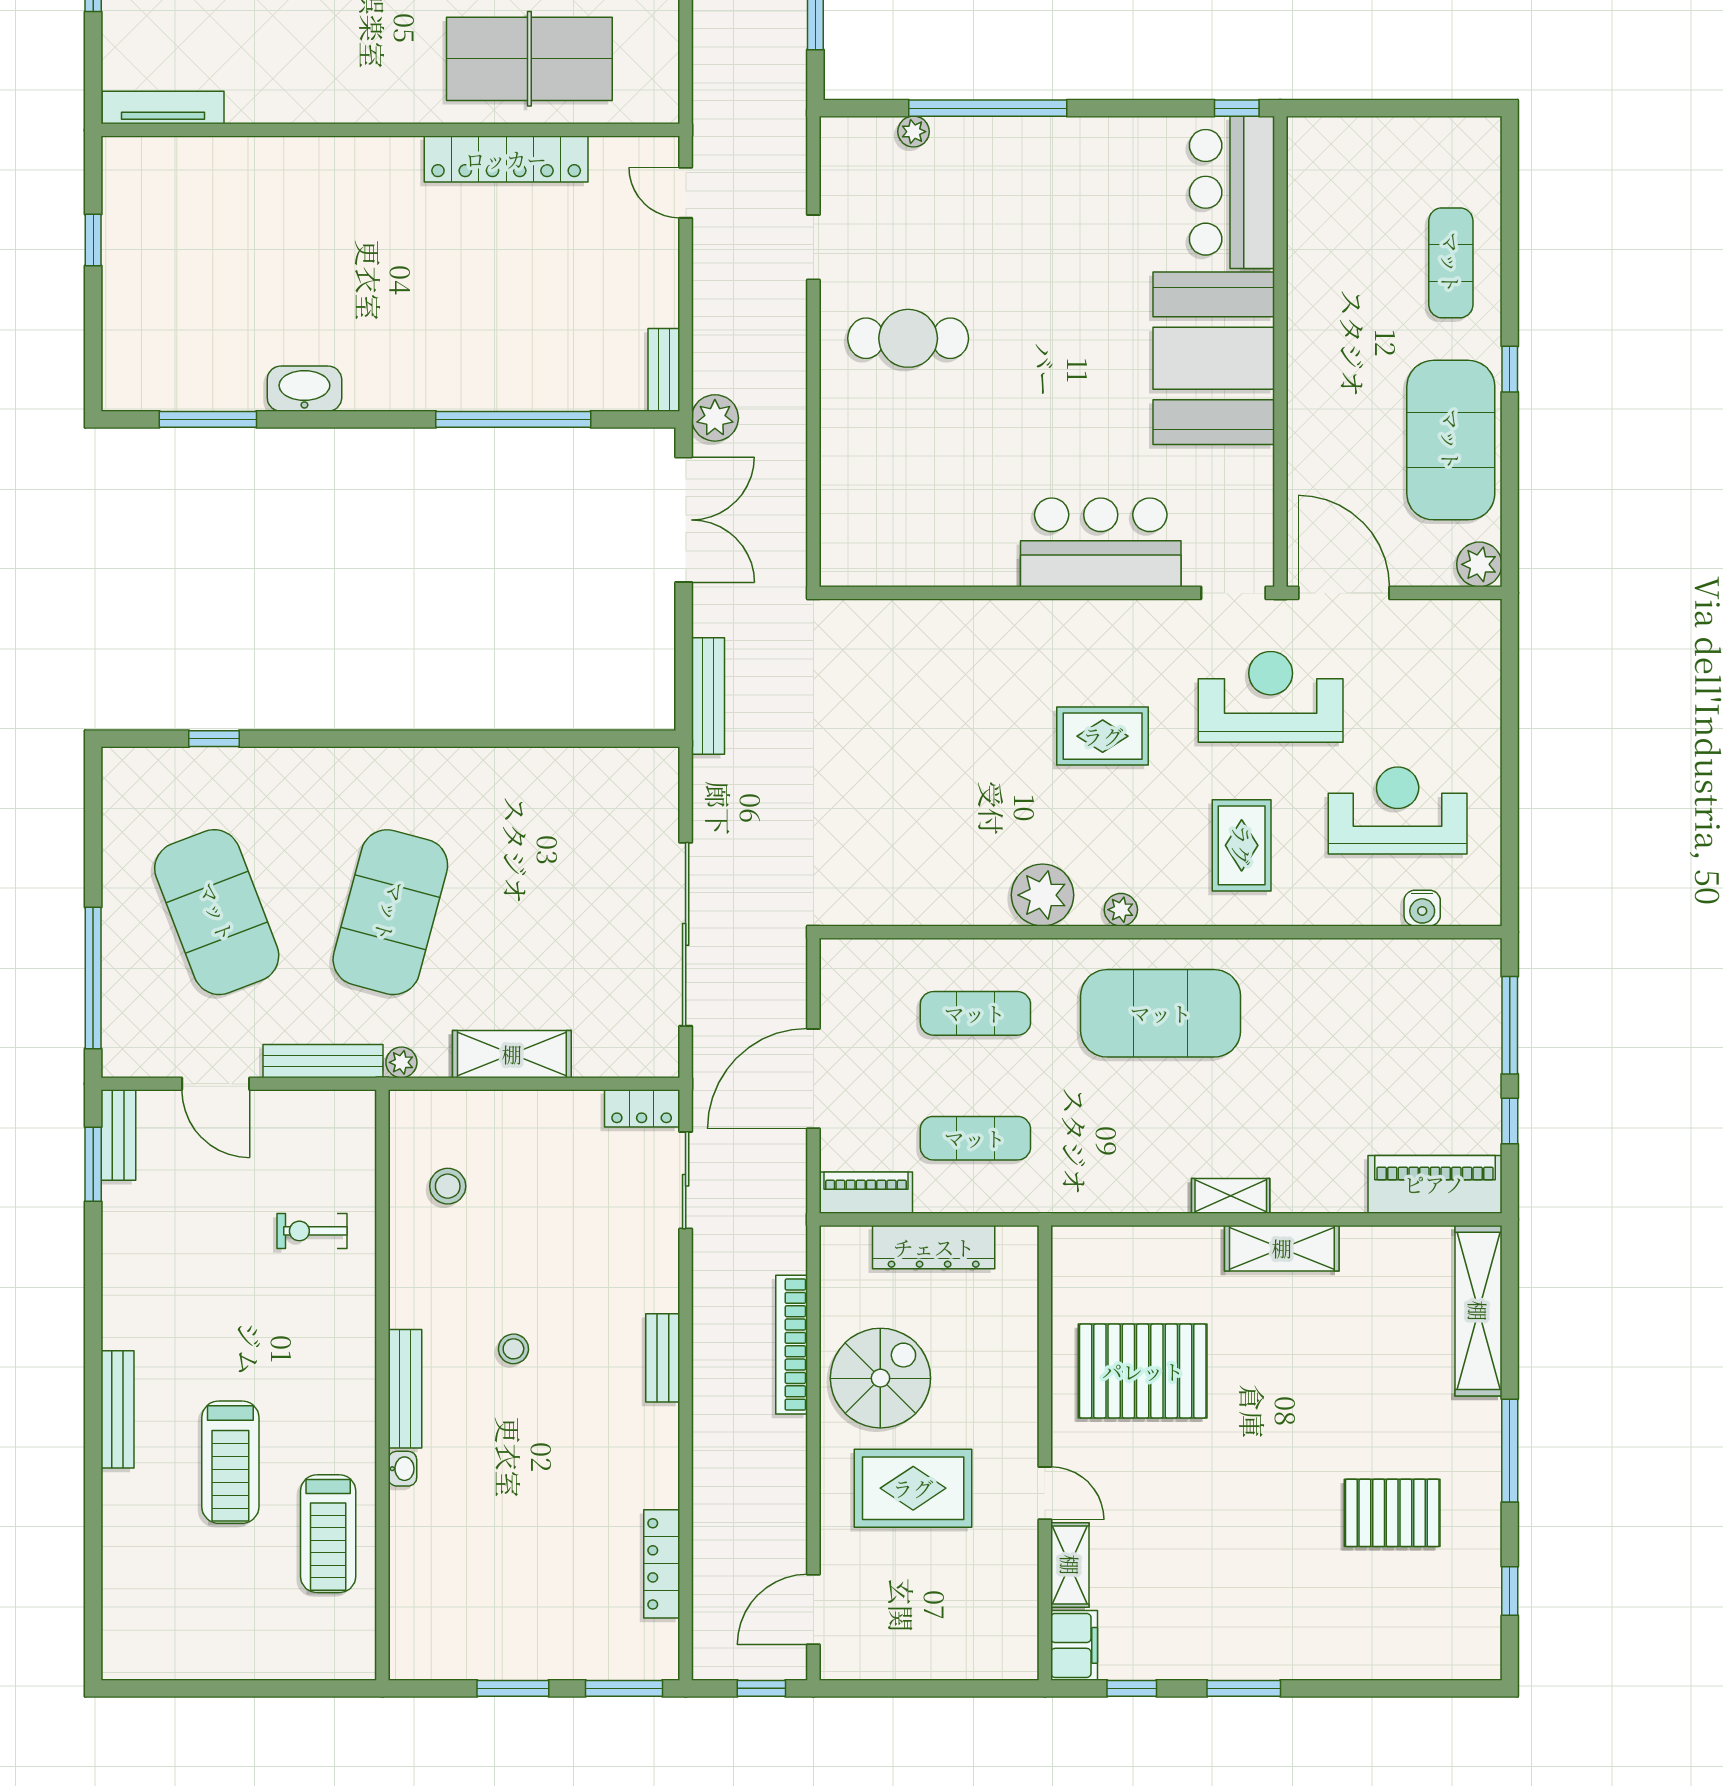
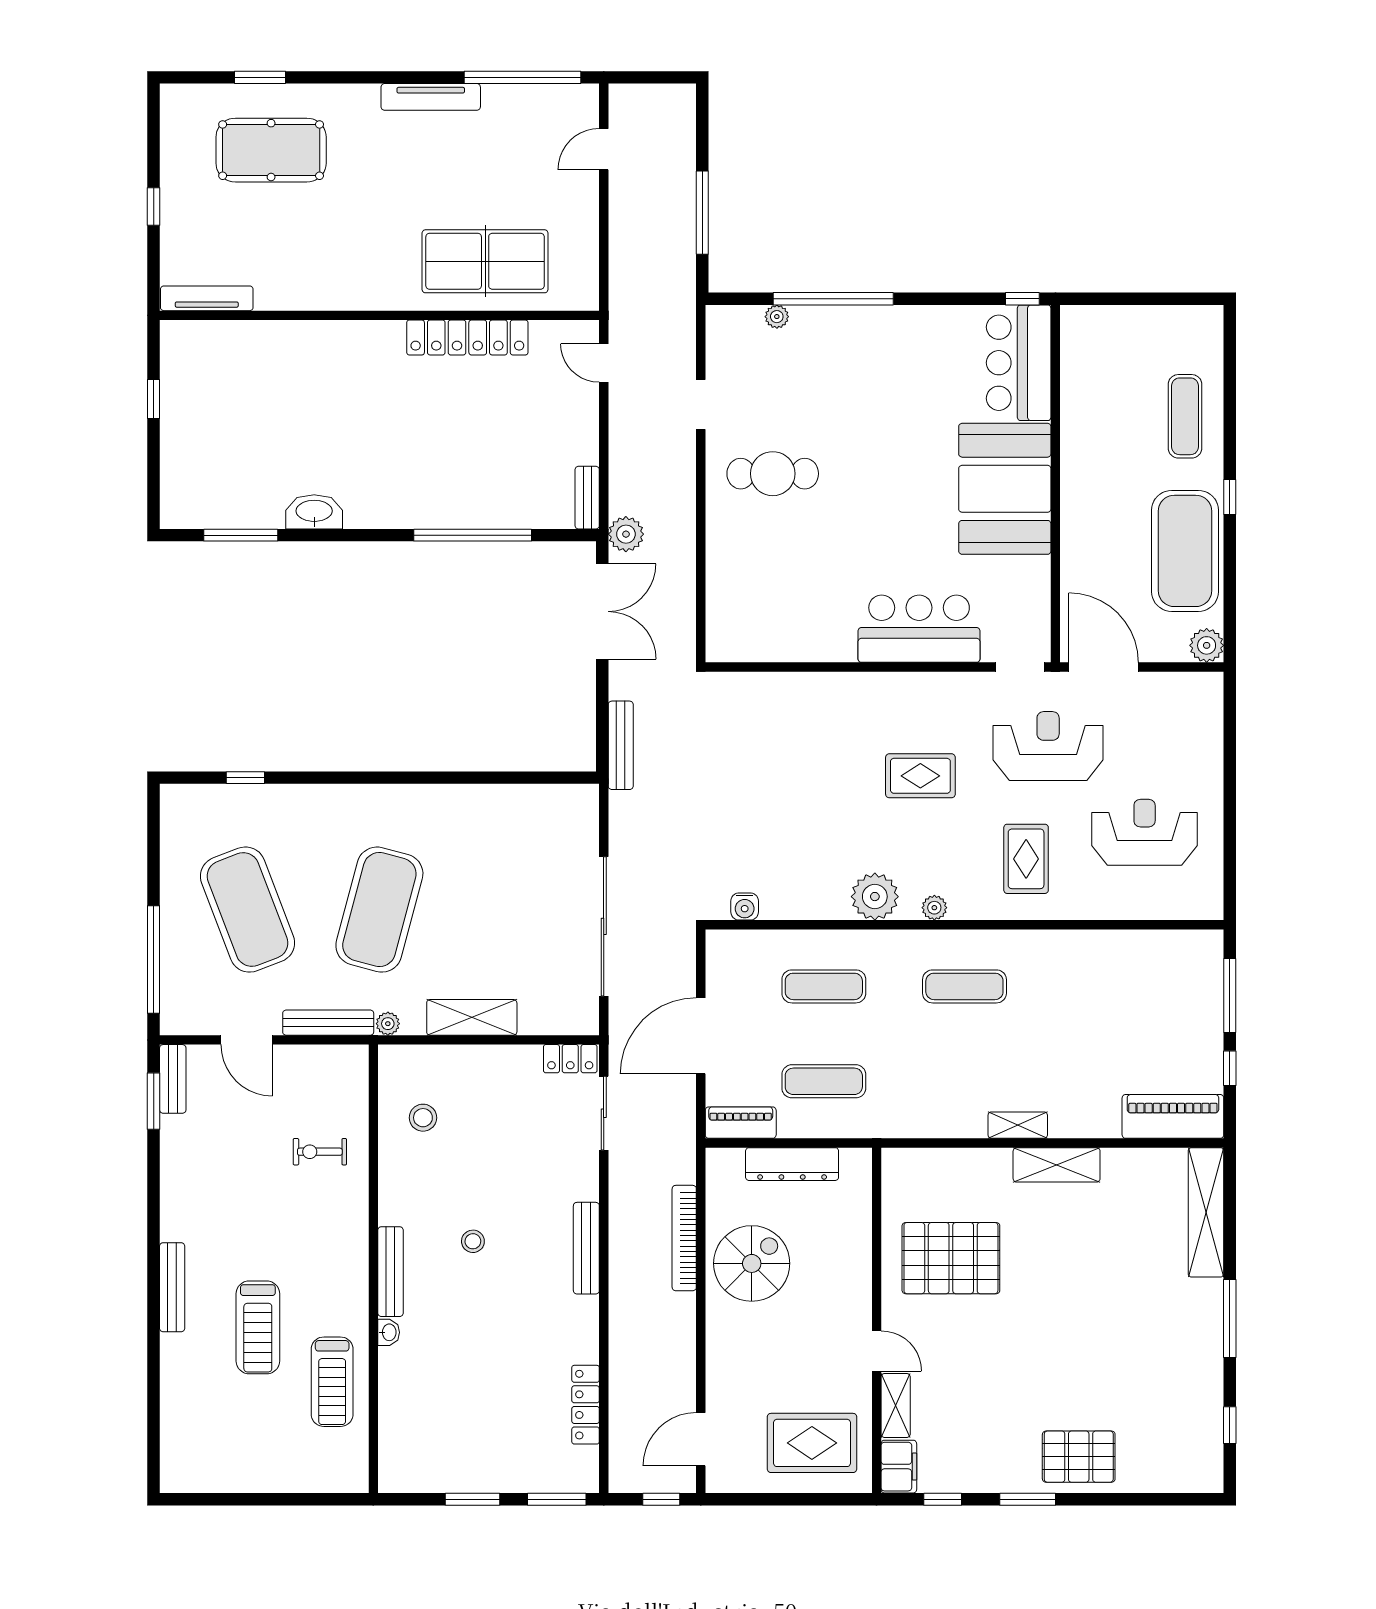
water cooler: (1422, 908) -> (745, 906), moved
exercise mat: (1161, 1013) -> (964, 986), width x0.50, depth x0.69
bench: (663, 1358) -> (586, 1248), width x1.36
rug: (913, 1488) -> (812, 1443), moved
pallet: (1392, 1513) -> (1079, 1457), moved

